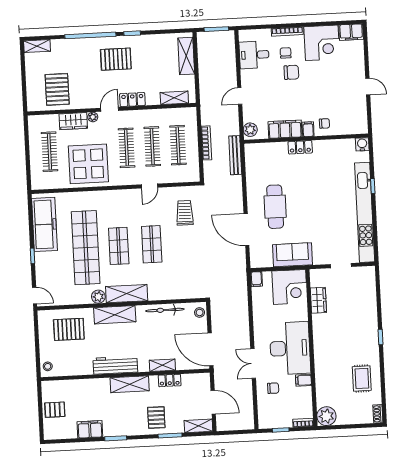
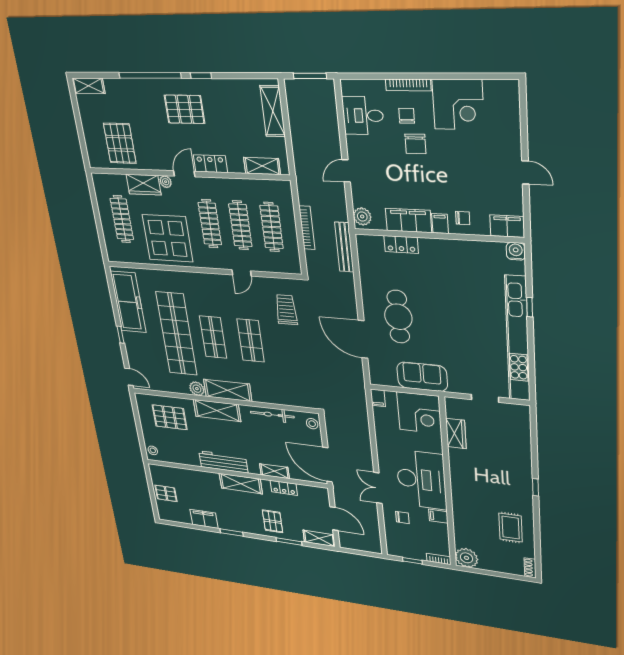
filing cabinet: (351, 32) -> (507, 226), moved, turned 180
chair: (291, 72) -> (415, 144), turned 90
locker: (300, 147) -> (401, 245), moved

